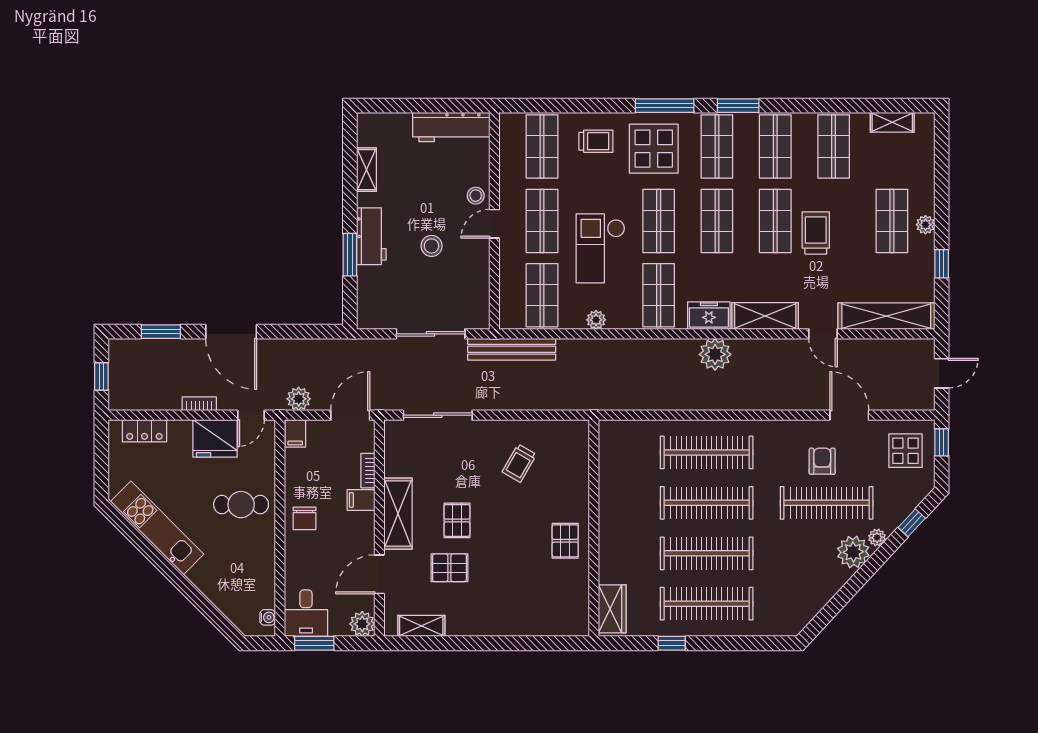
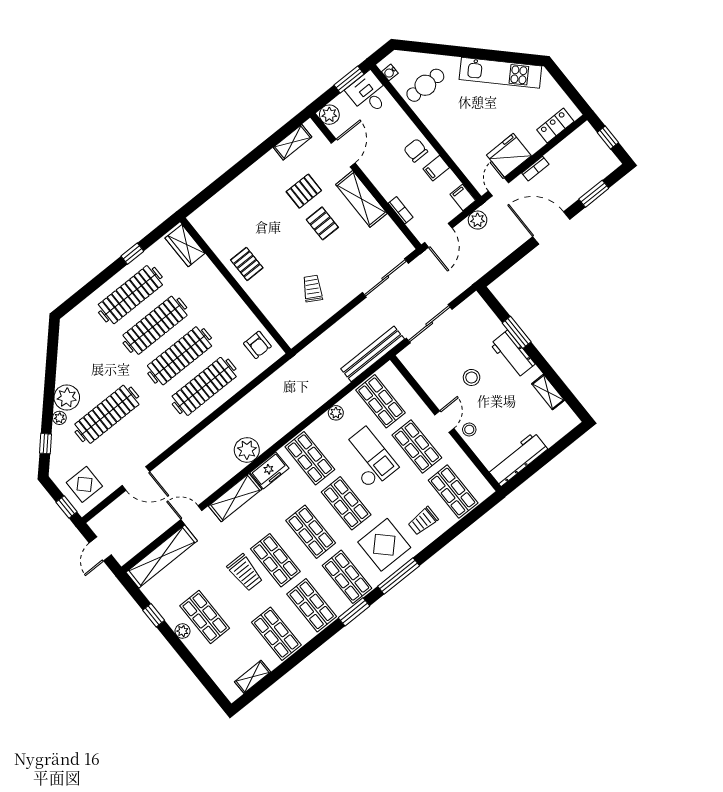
armchair: (822, 461) -> (257, 345), moved
filing cabinet: (361, 500) -> (436, 168), moved, turned 180
cafe table: (241, 505) -> (425, 85), moved

